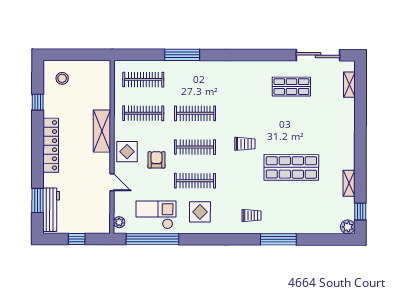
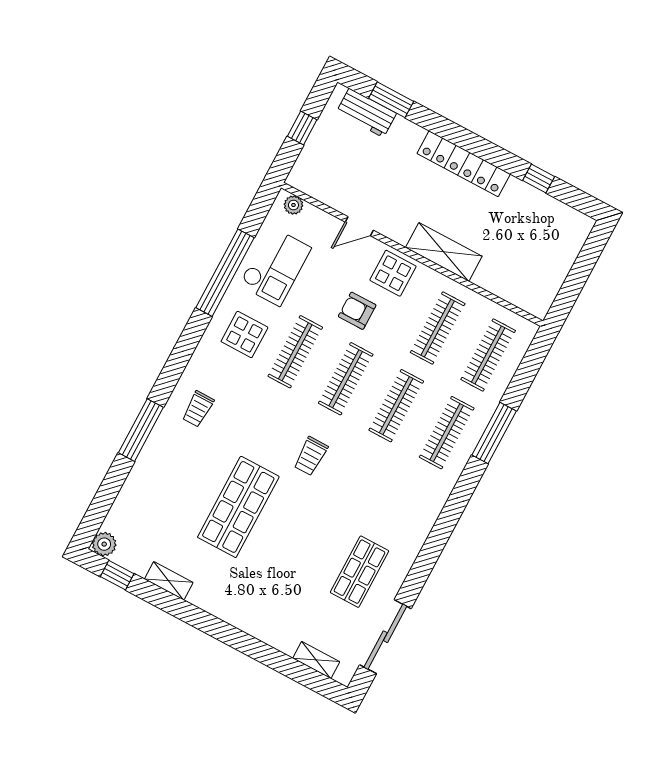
stool: (62, 78) -> (555, 234), removed
clothes rail: (195, 80) -> (447, 433), added
armchair: (156, 160) -> (357, 311), turned 180
workbench: (51, 210) -> (366, 113), width x0.73
window: (152, 239) -> (225, 273), moved

